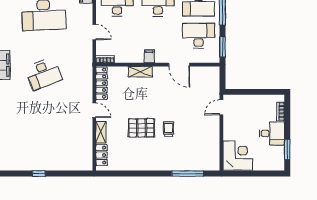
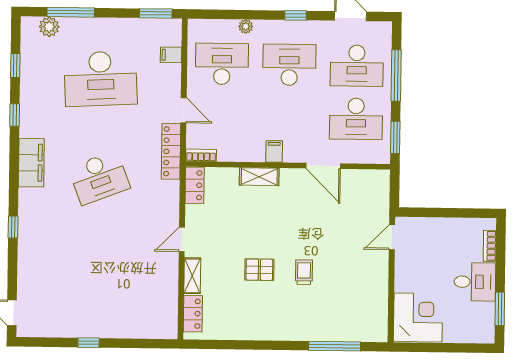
desk: (199, 36) -> (356, 119), turned 180
locker: (87, 57) -> (171, 151), added
locker: (102, 83) -> (195, 185), width x0.66
door: (94, 110) -> (182, 239), swing flipped
pallet: (141, 128) -> (259, 270), width x0.67, depth x0.71

